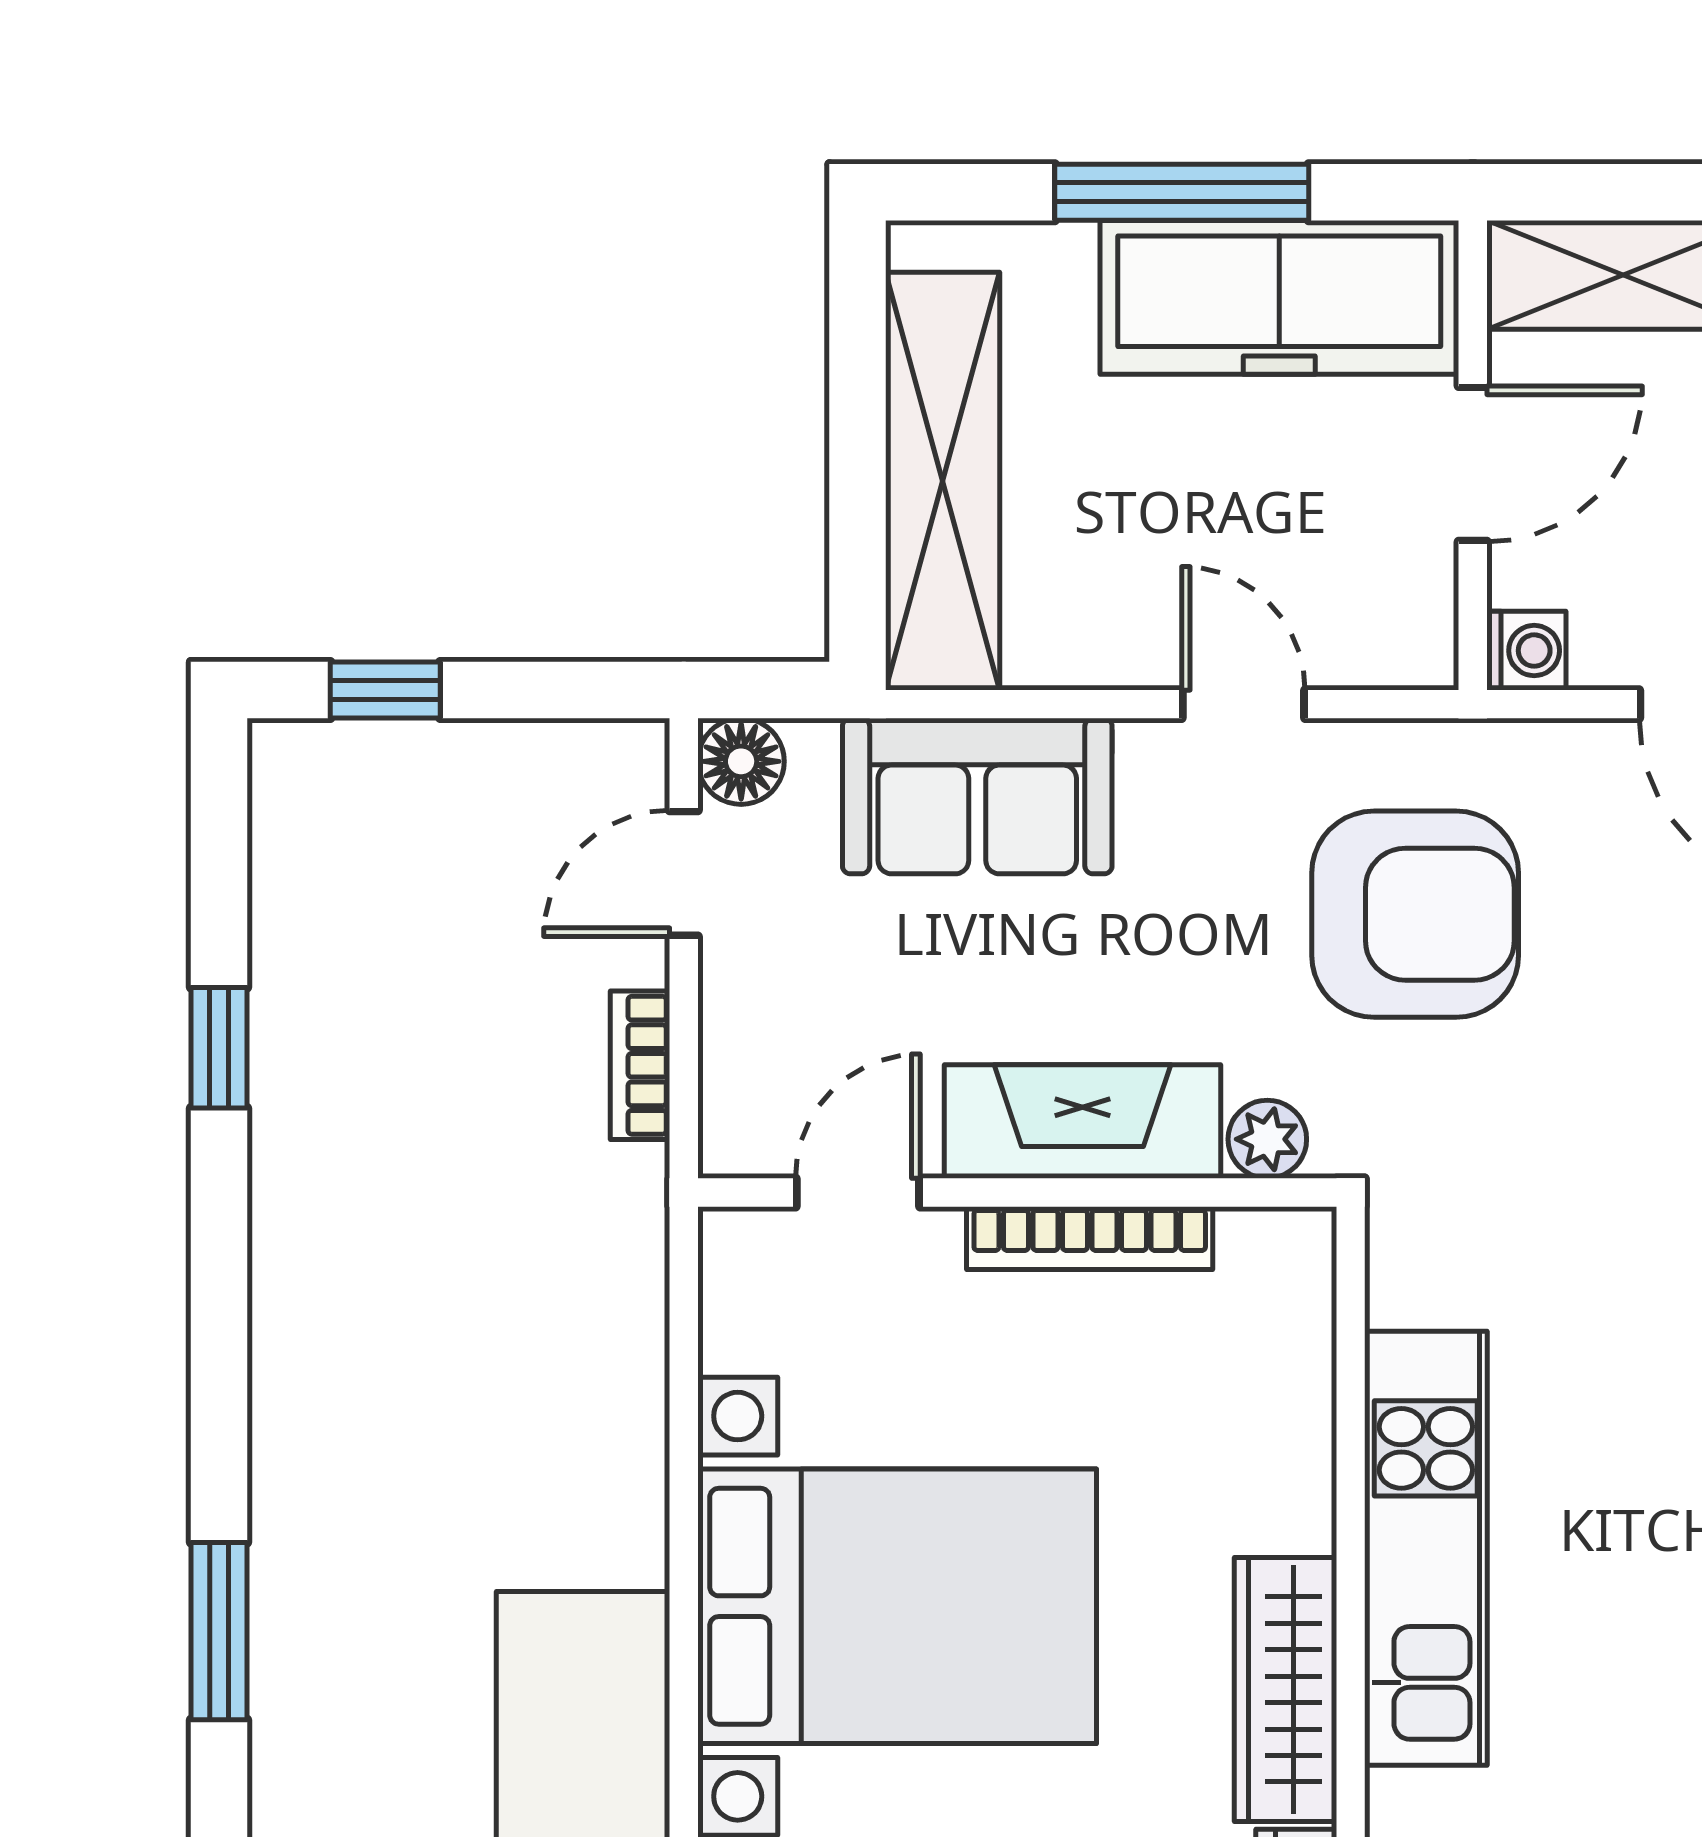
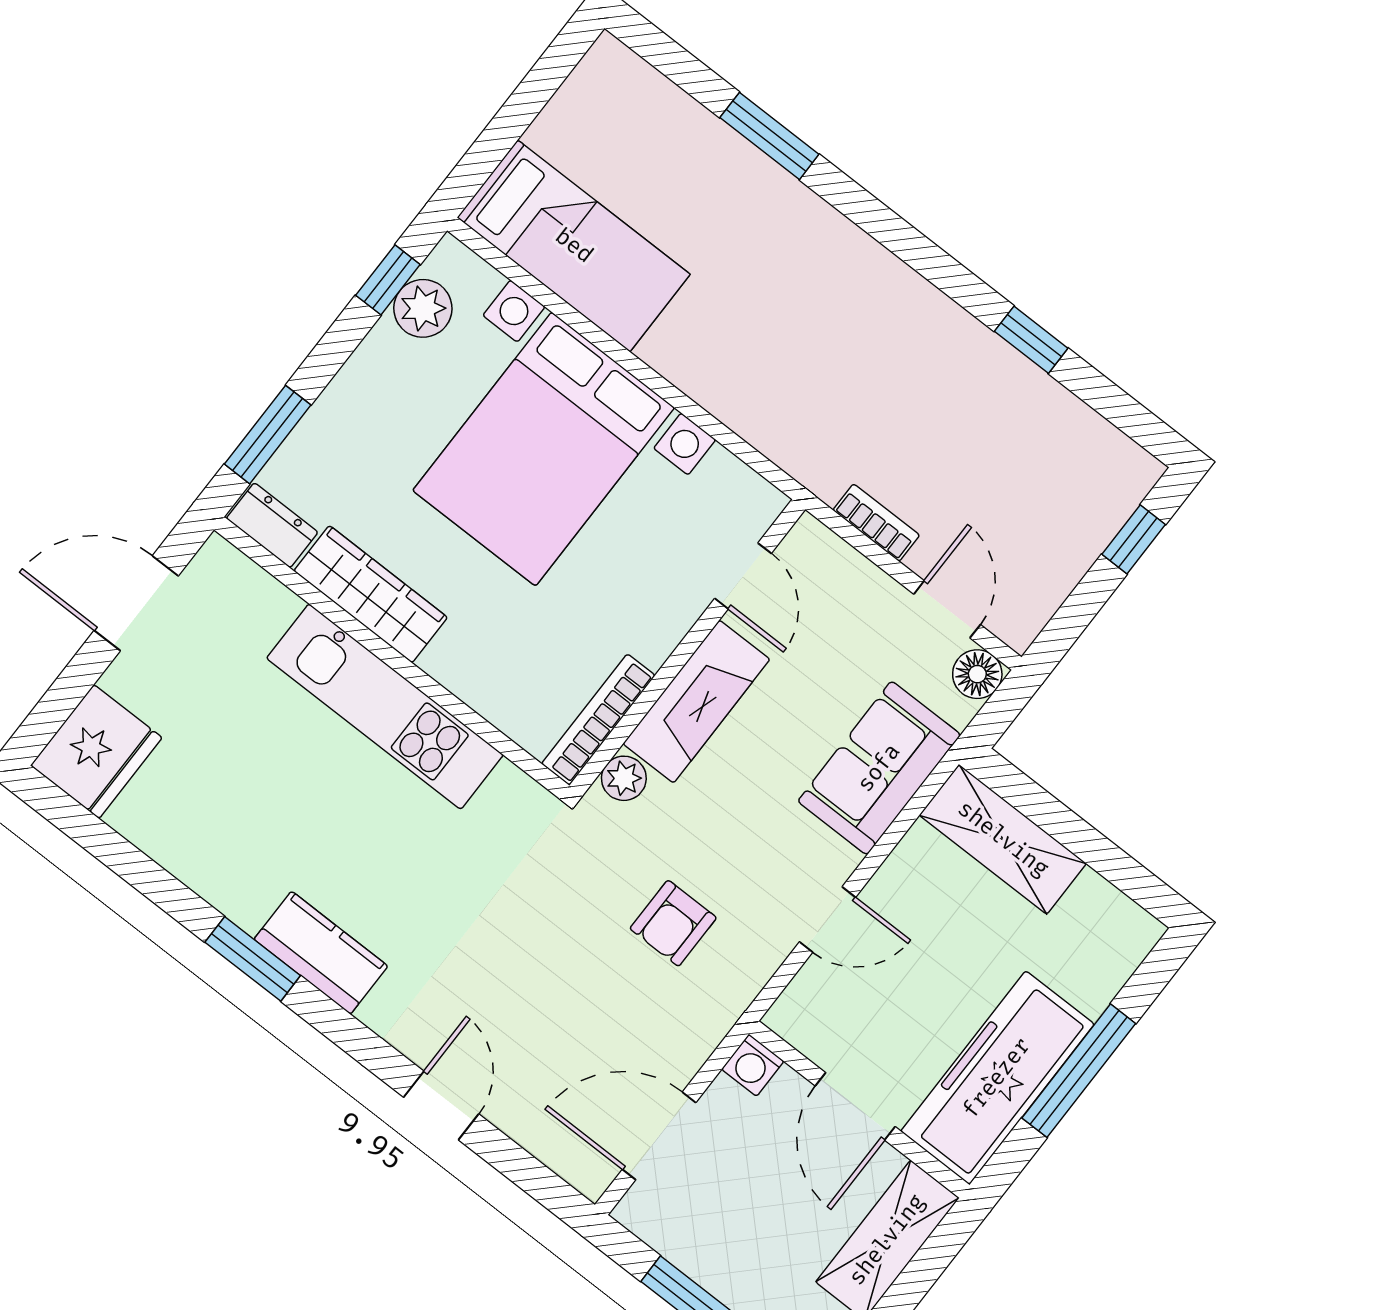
shelving: (943, 481) -> (1003, 839), width x0.68
armchair: (1415, 914) -> (673, 923), width x0.53, depth x0.53
bookcase: (1090, 1238) -> (598, 720), moved

